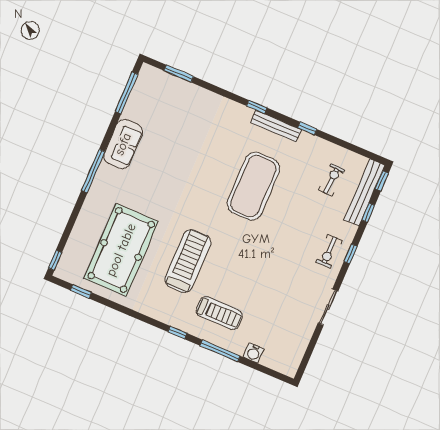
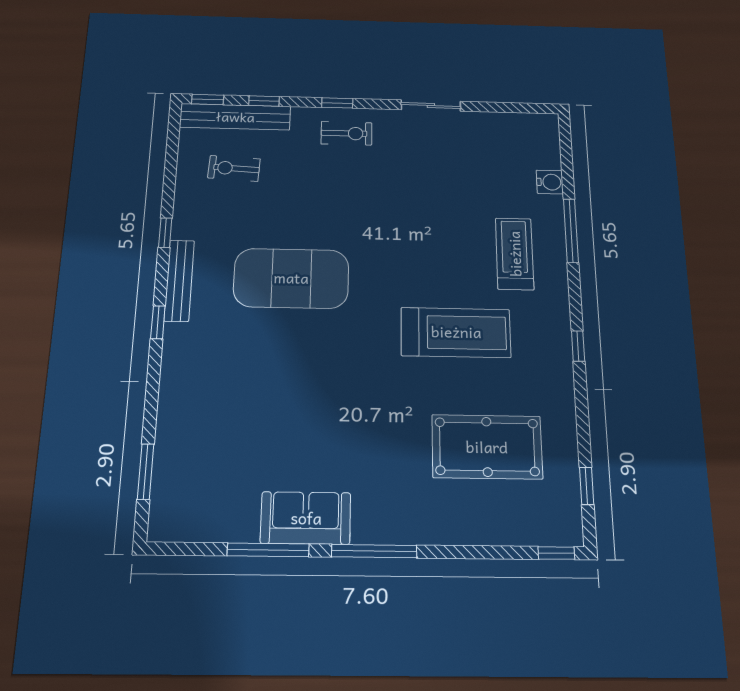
window: (127, 93) -> (268, 550), moved
pool table: (121, 250) -> (487, 447), width x0.73, depth x0.76
treadmill: (188, 261) -> (456, 332), turned 180
window: (177, 333) -> (578, 346), moved

